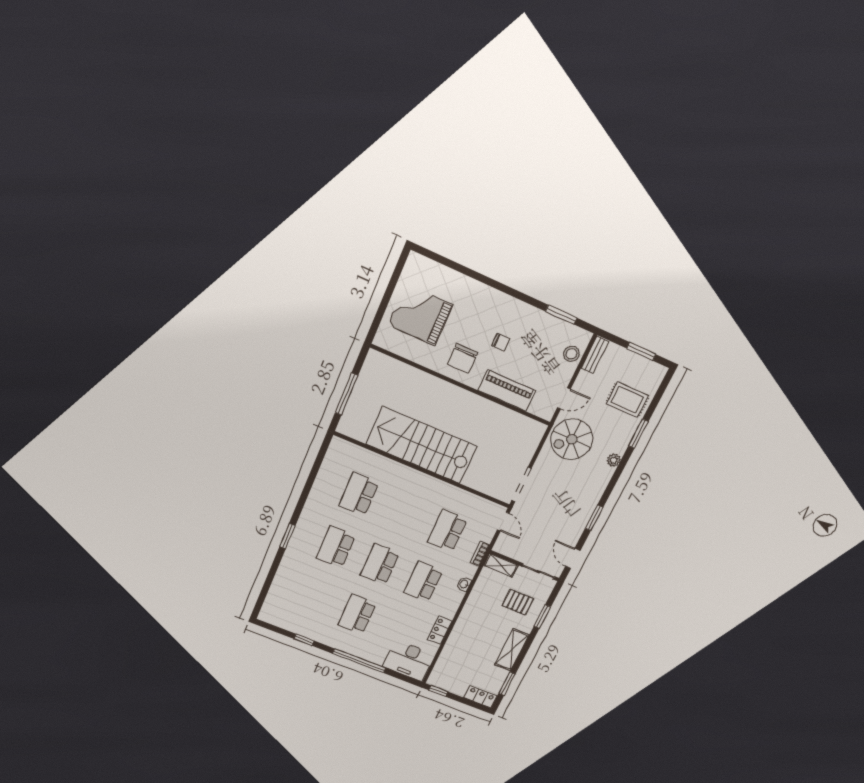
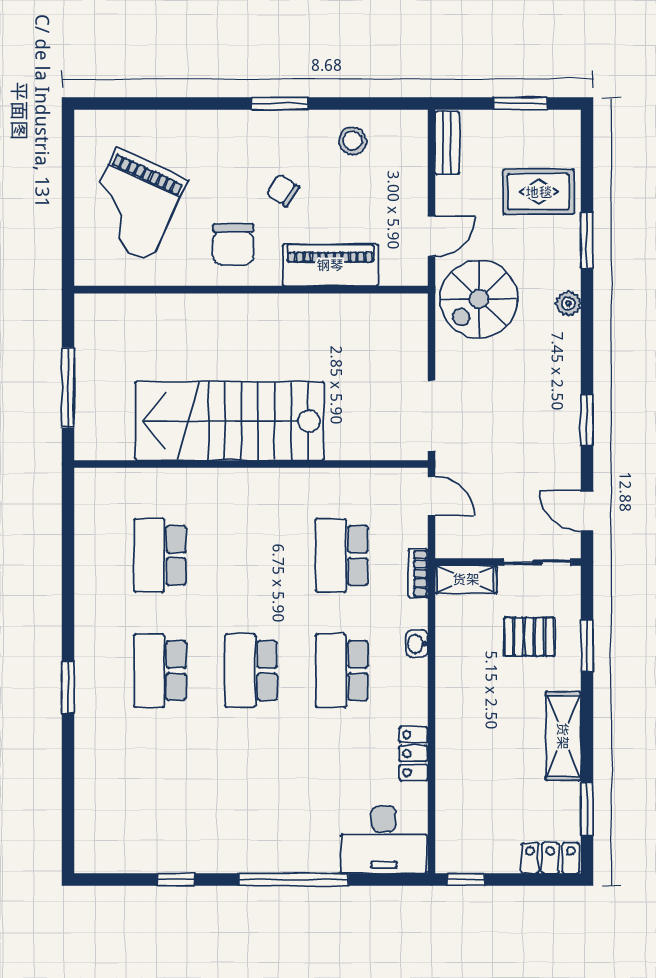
grand piano: (420, 315) -> (133, 205), turned -65
window: (561, 315) -> (280, 104), moved
chair: (501, 342) -> (283, 191), turned -147
stool: (571, 354) -> (353, 141), moved
school desk: (357, 614) -> (251, 786), removed

